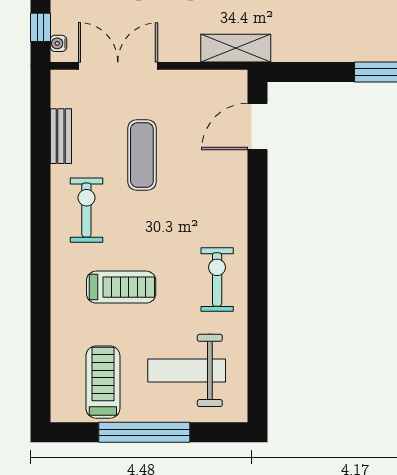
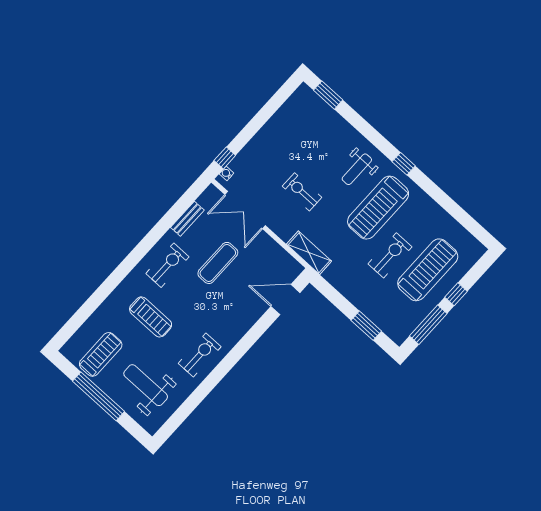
double door: (118, 66) -> (245, 210), swing flipped

